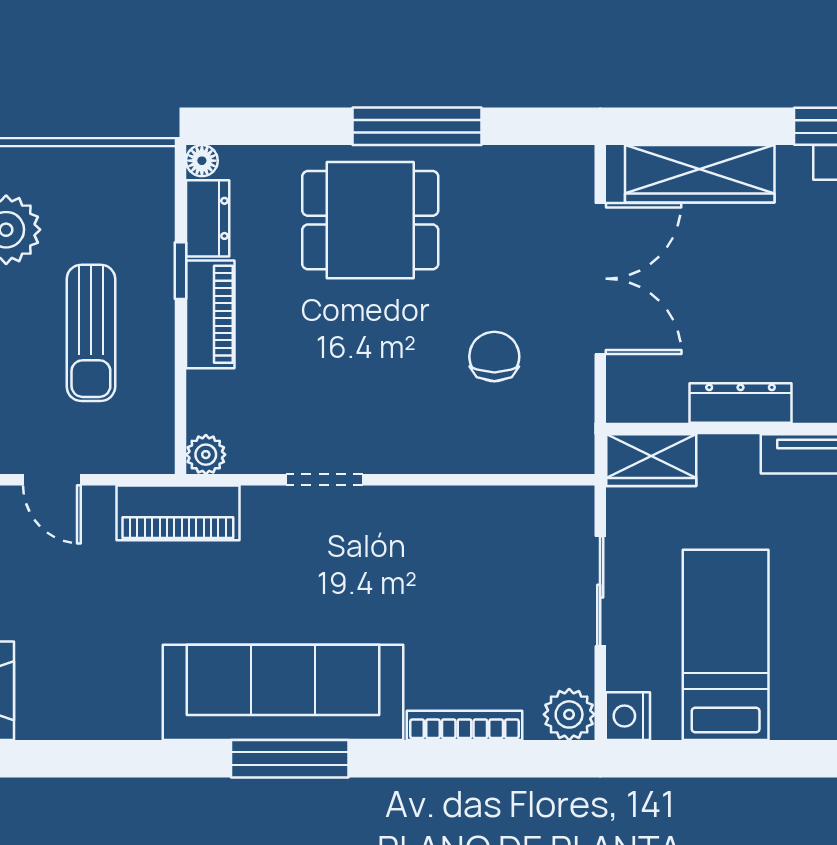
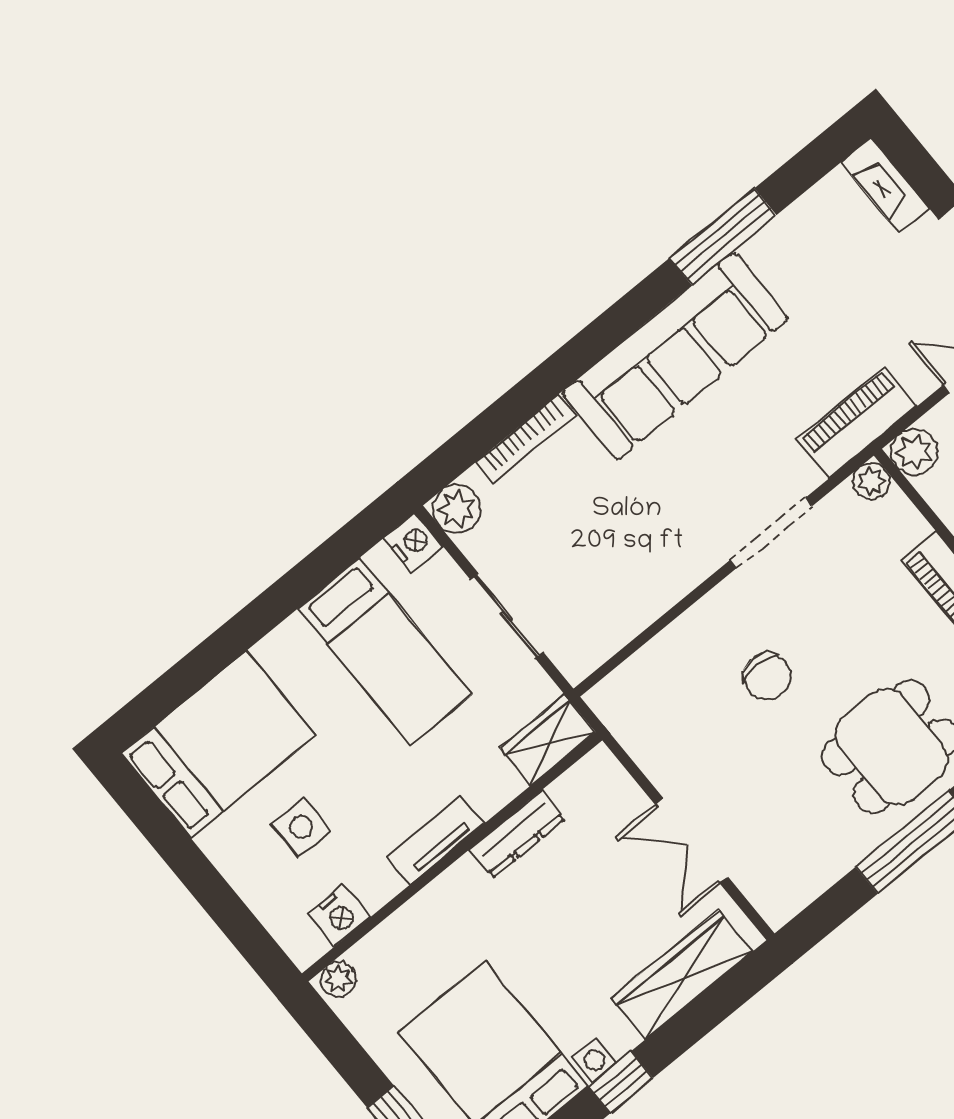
double door: (600, 279) -> (692, 841), width x0.73
chair: (494, 357) -> (767, 676), moved
plant: (150, 449) -> (914, 452), added
doorway: (325, 480) -> (771, 533), width x1.38
window: (290, 759) -> (723, 237), moved

